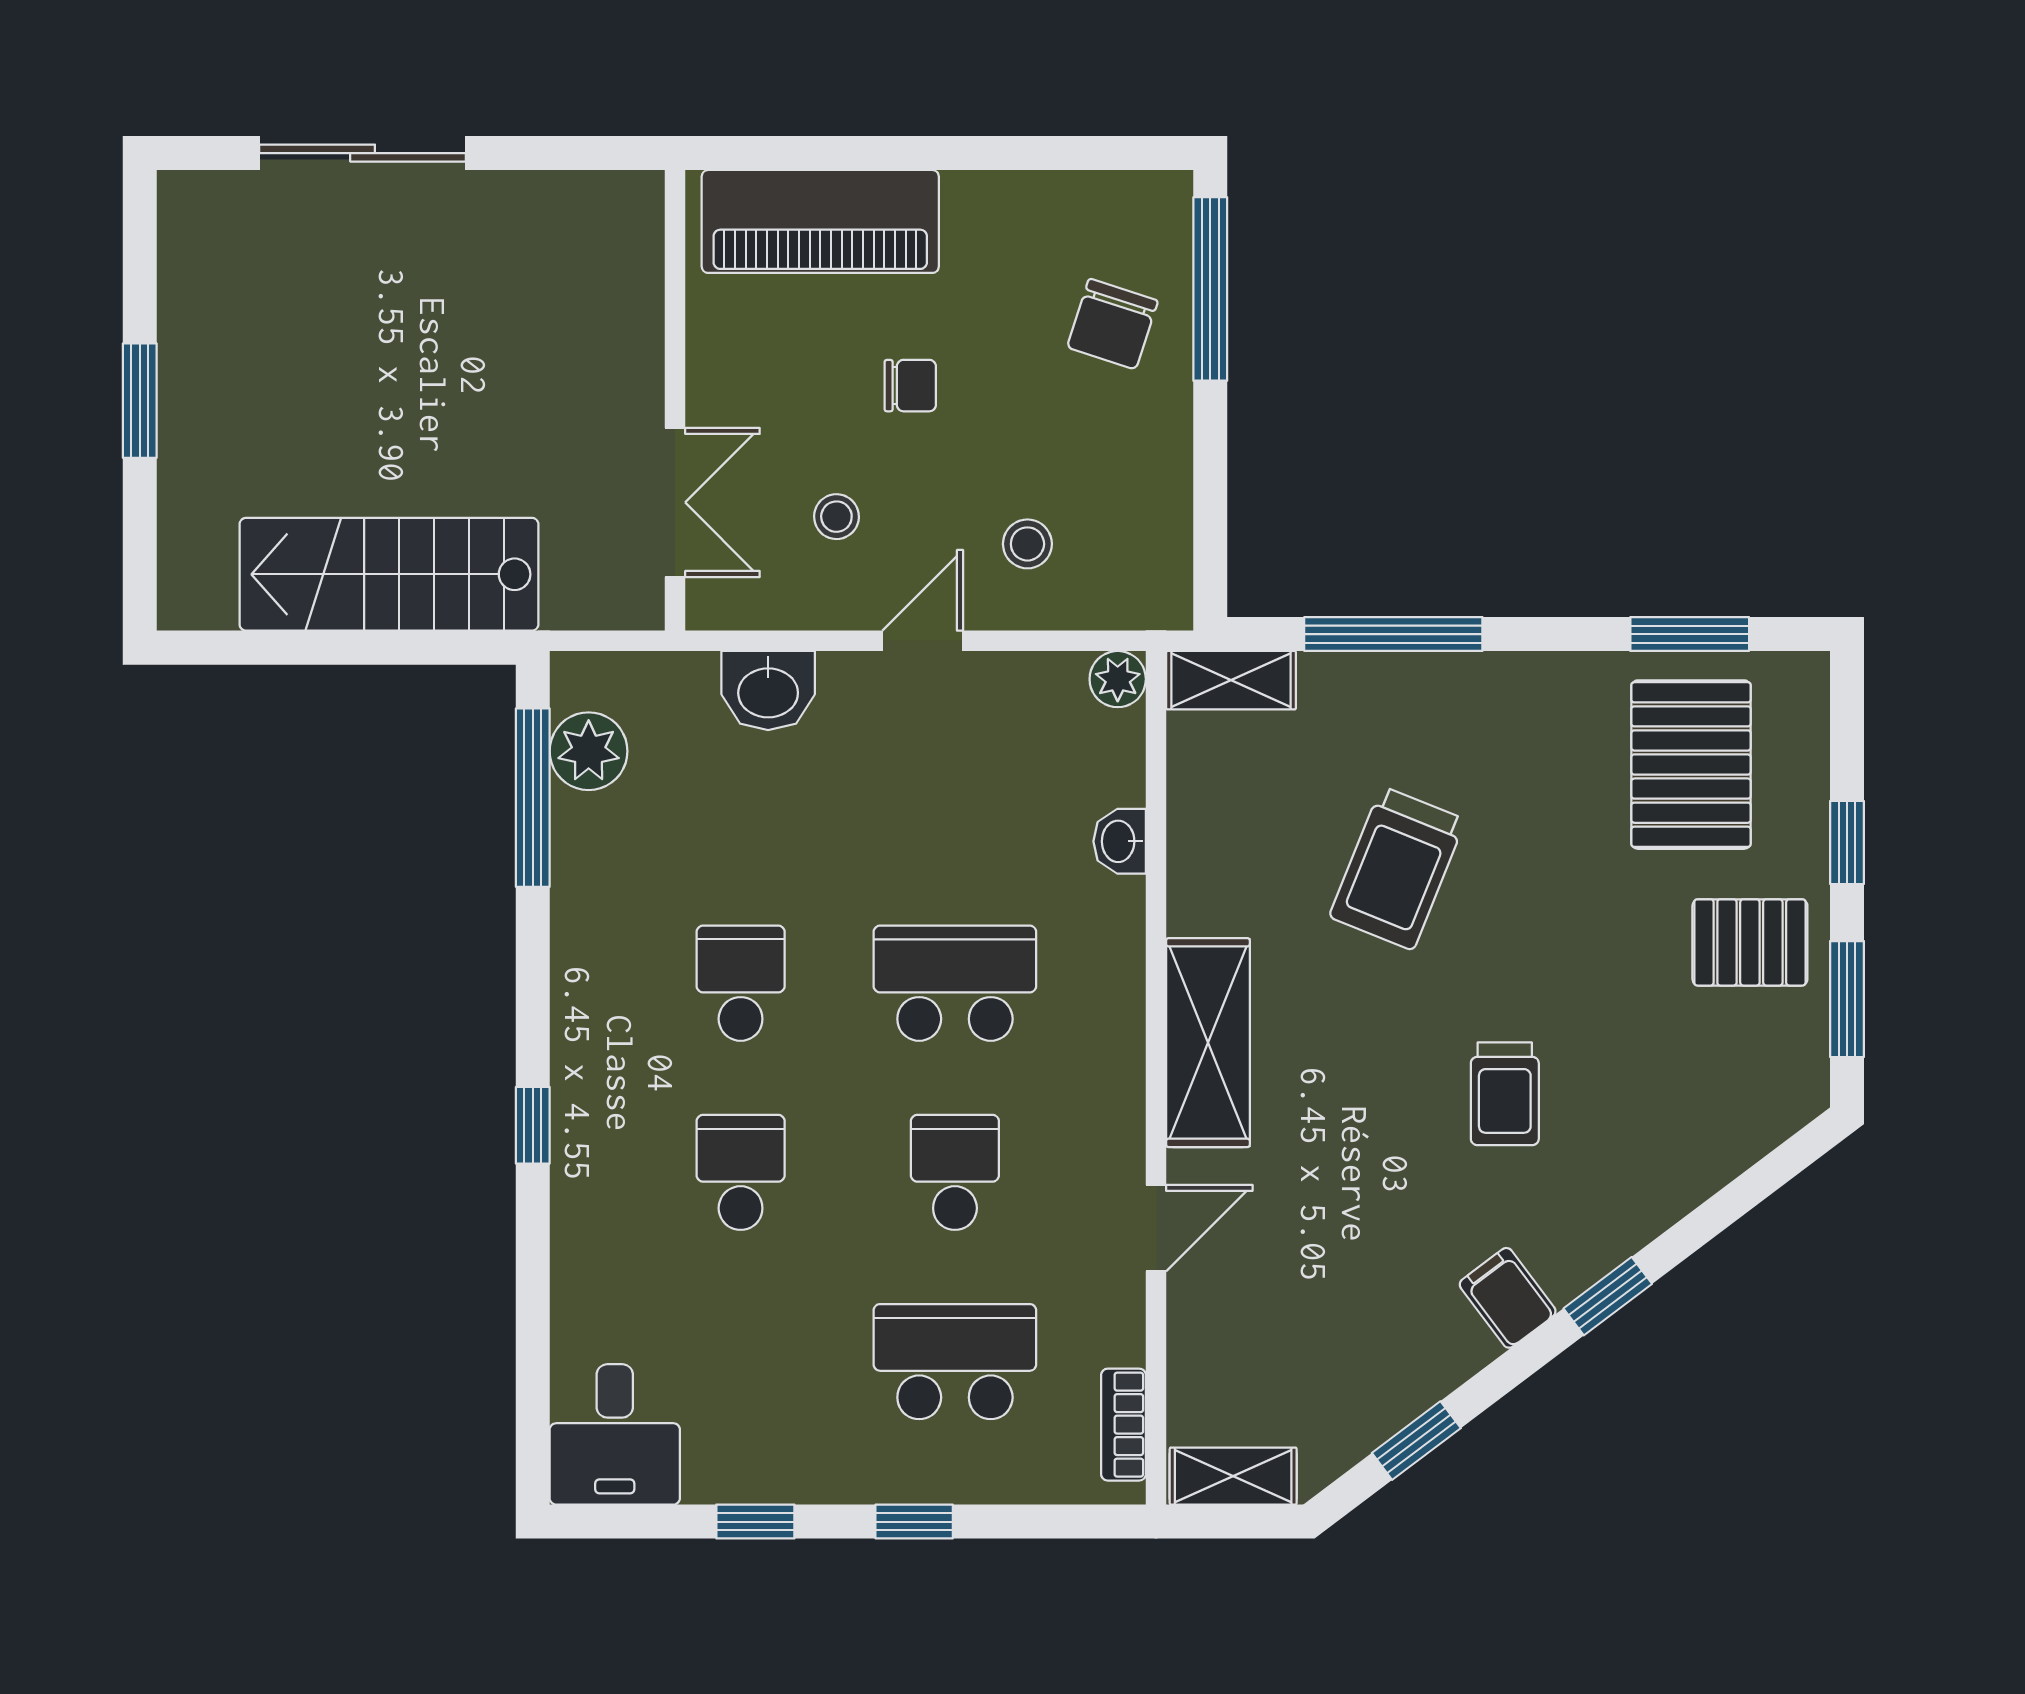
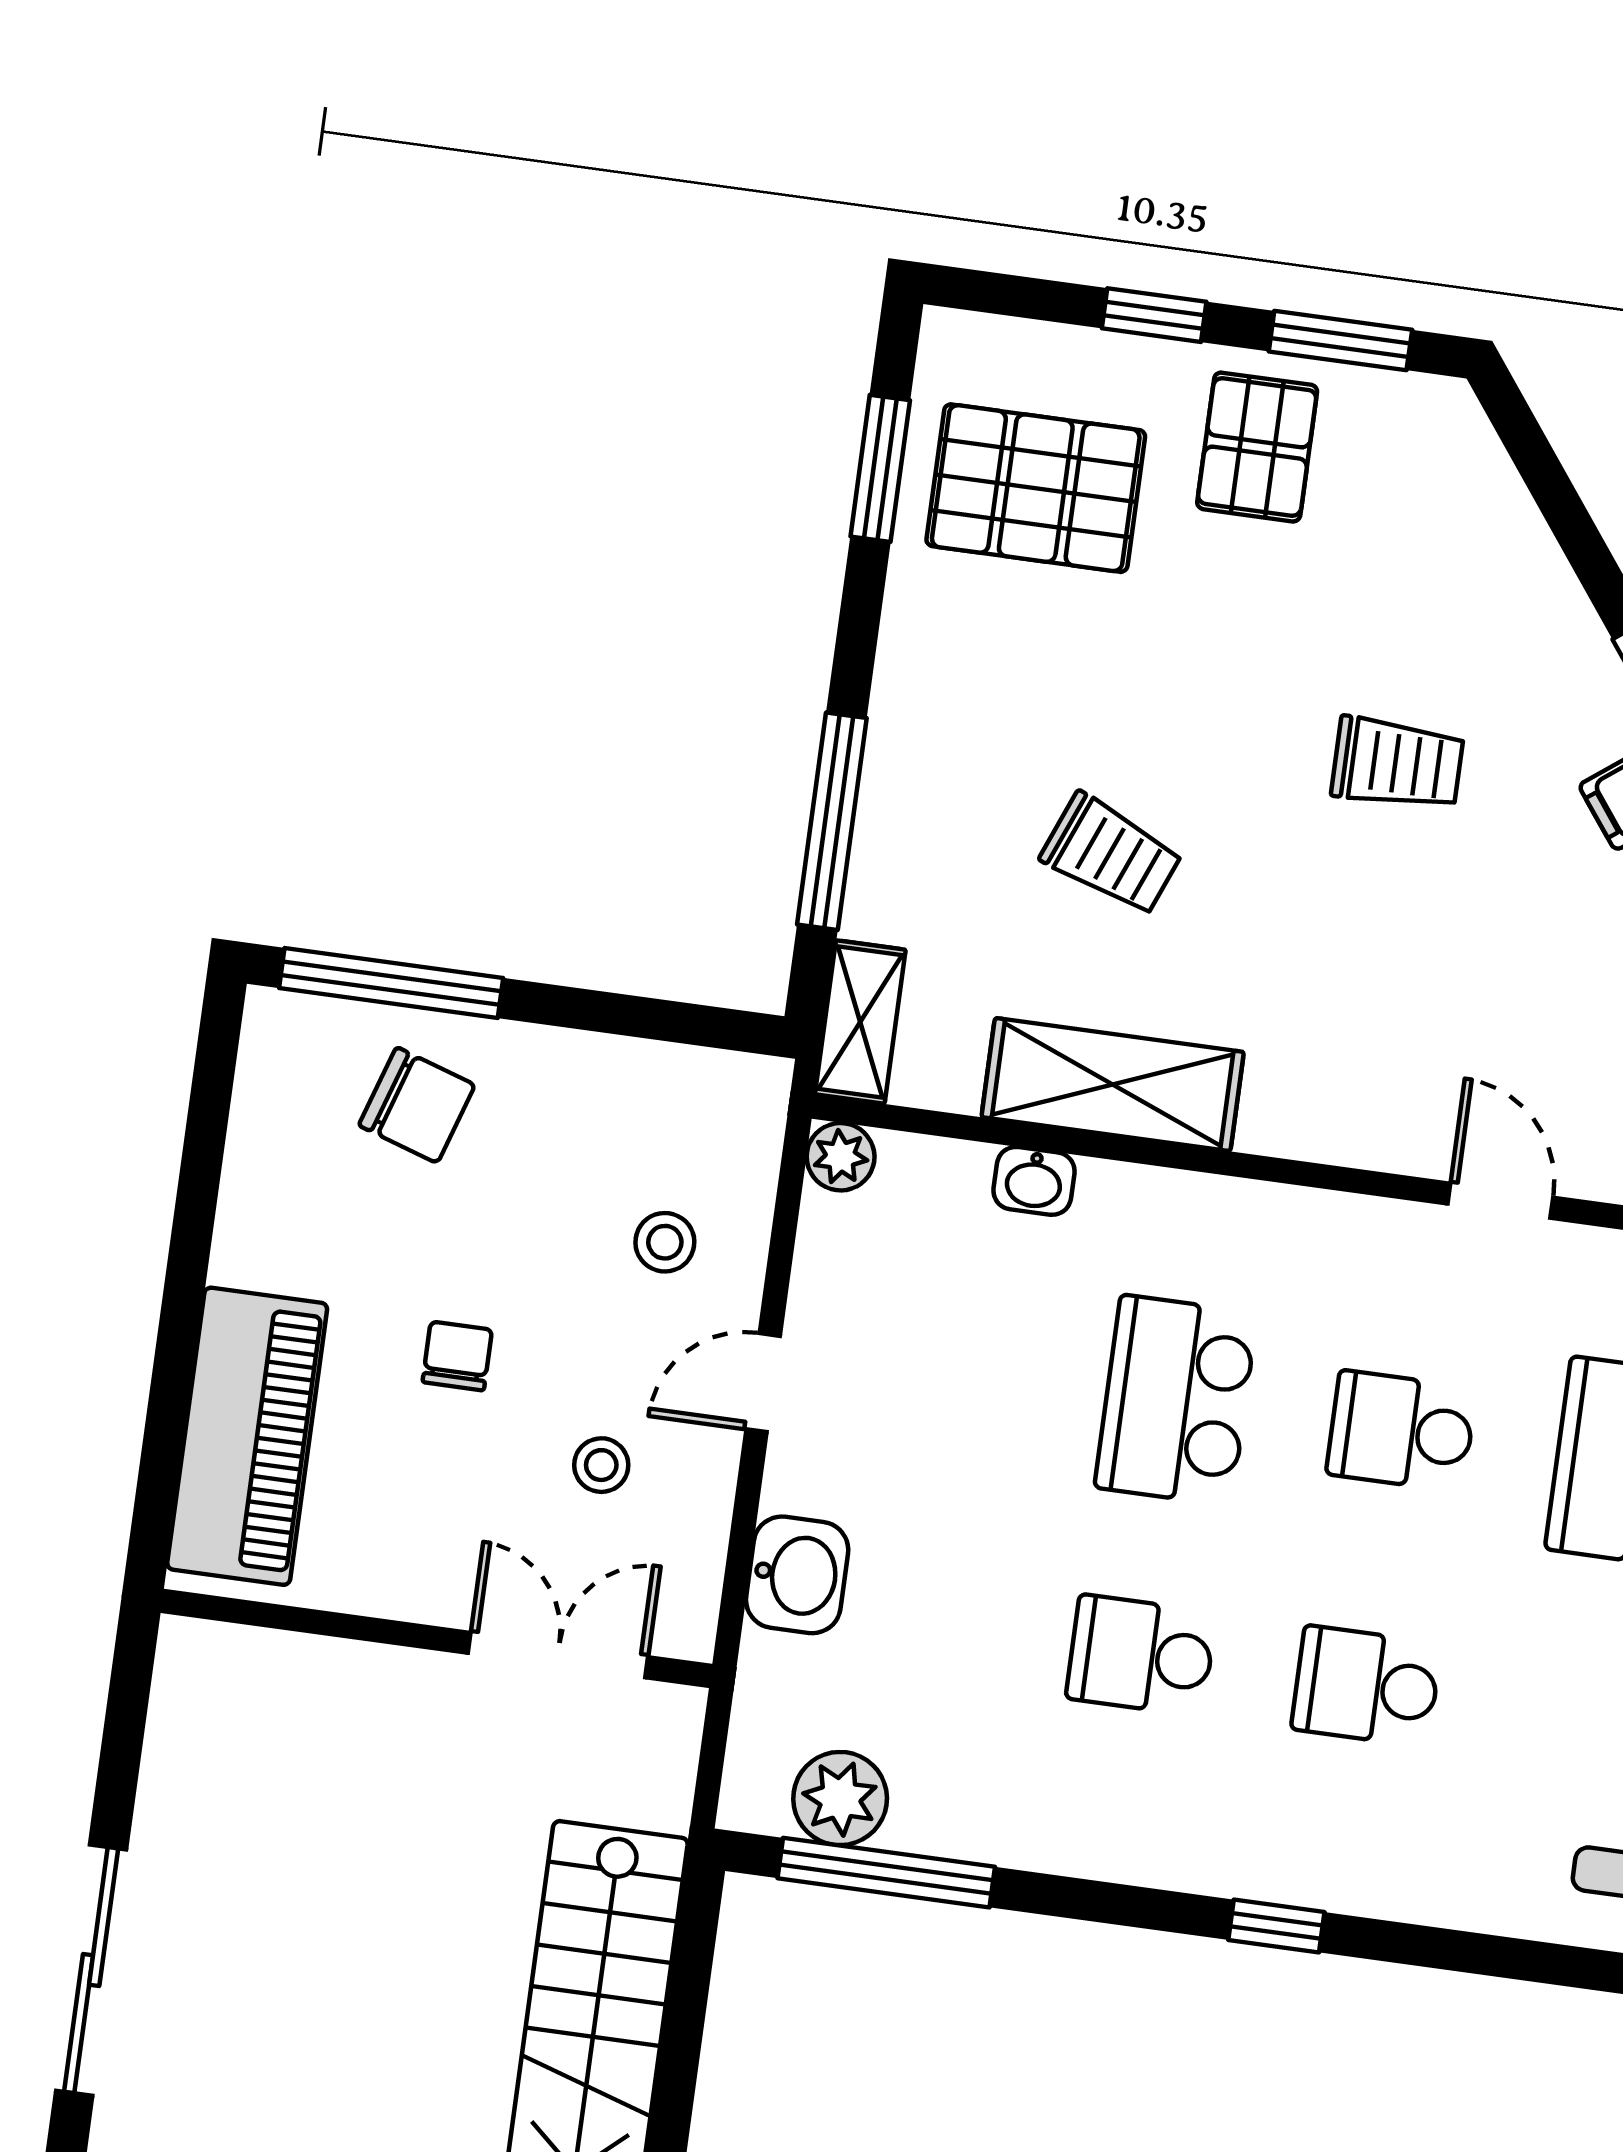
door: (923, 641) -> (763, 1383), hinge flipped
trolley: (1397, 868) -> (1111, 855), width x0.73, depth x0.72
shelving: (1208, 1043) -> (1113, 1085), moved

